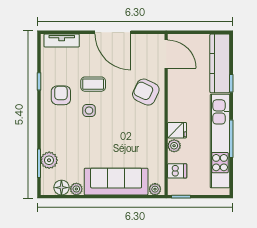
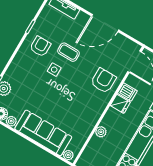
door: (113, 32) -> (105, 23), hinge flipped
armchair: (146, 92) -> (103, 81), turned 65
fridge: (177, 130) -> (120, 104), moved
dishwasher: (177, 171) -> (127, 92), moved

